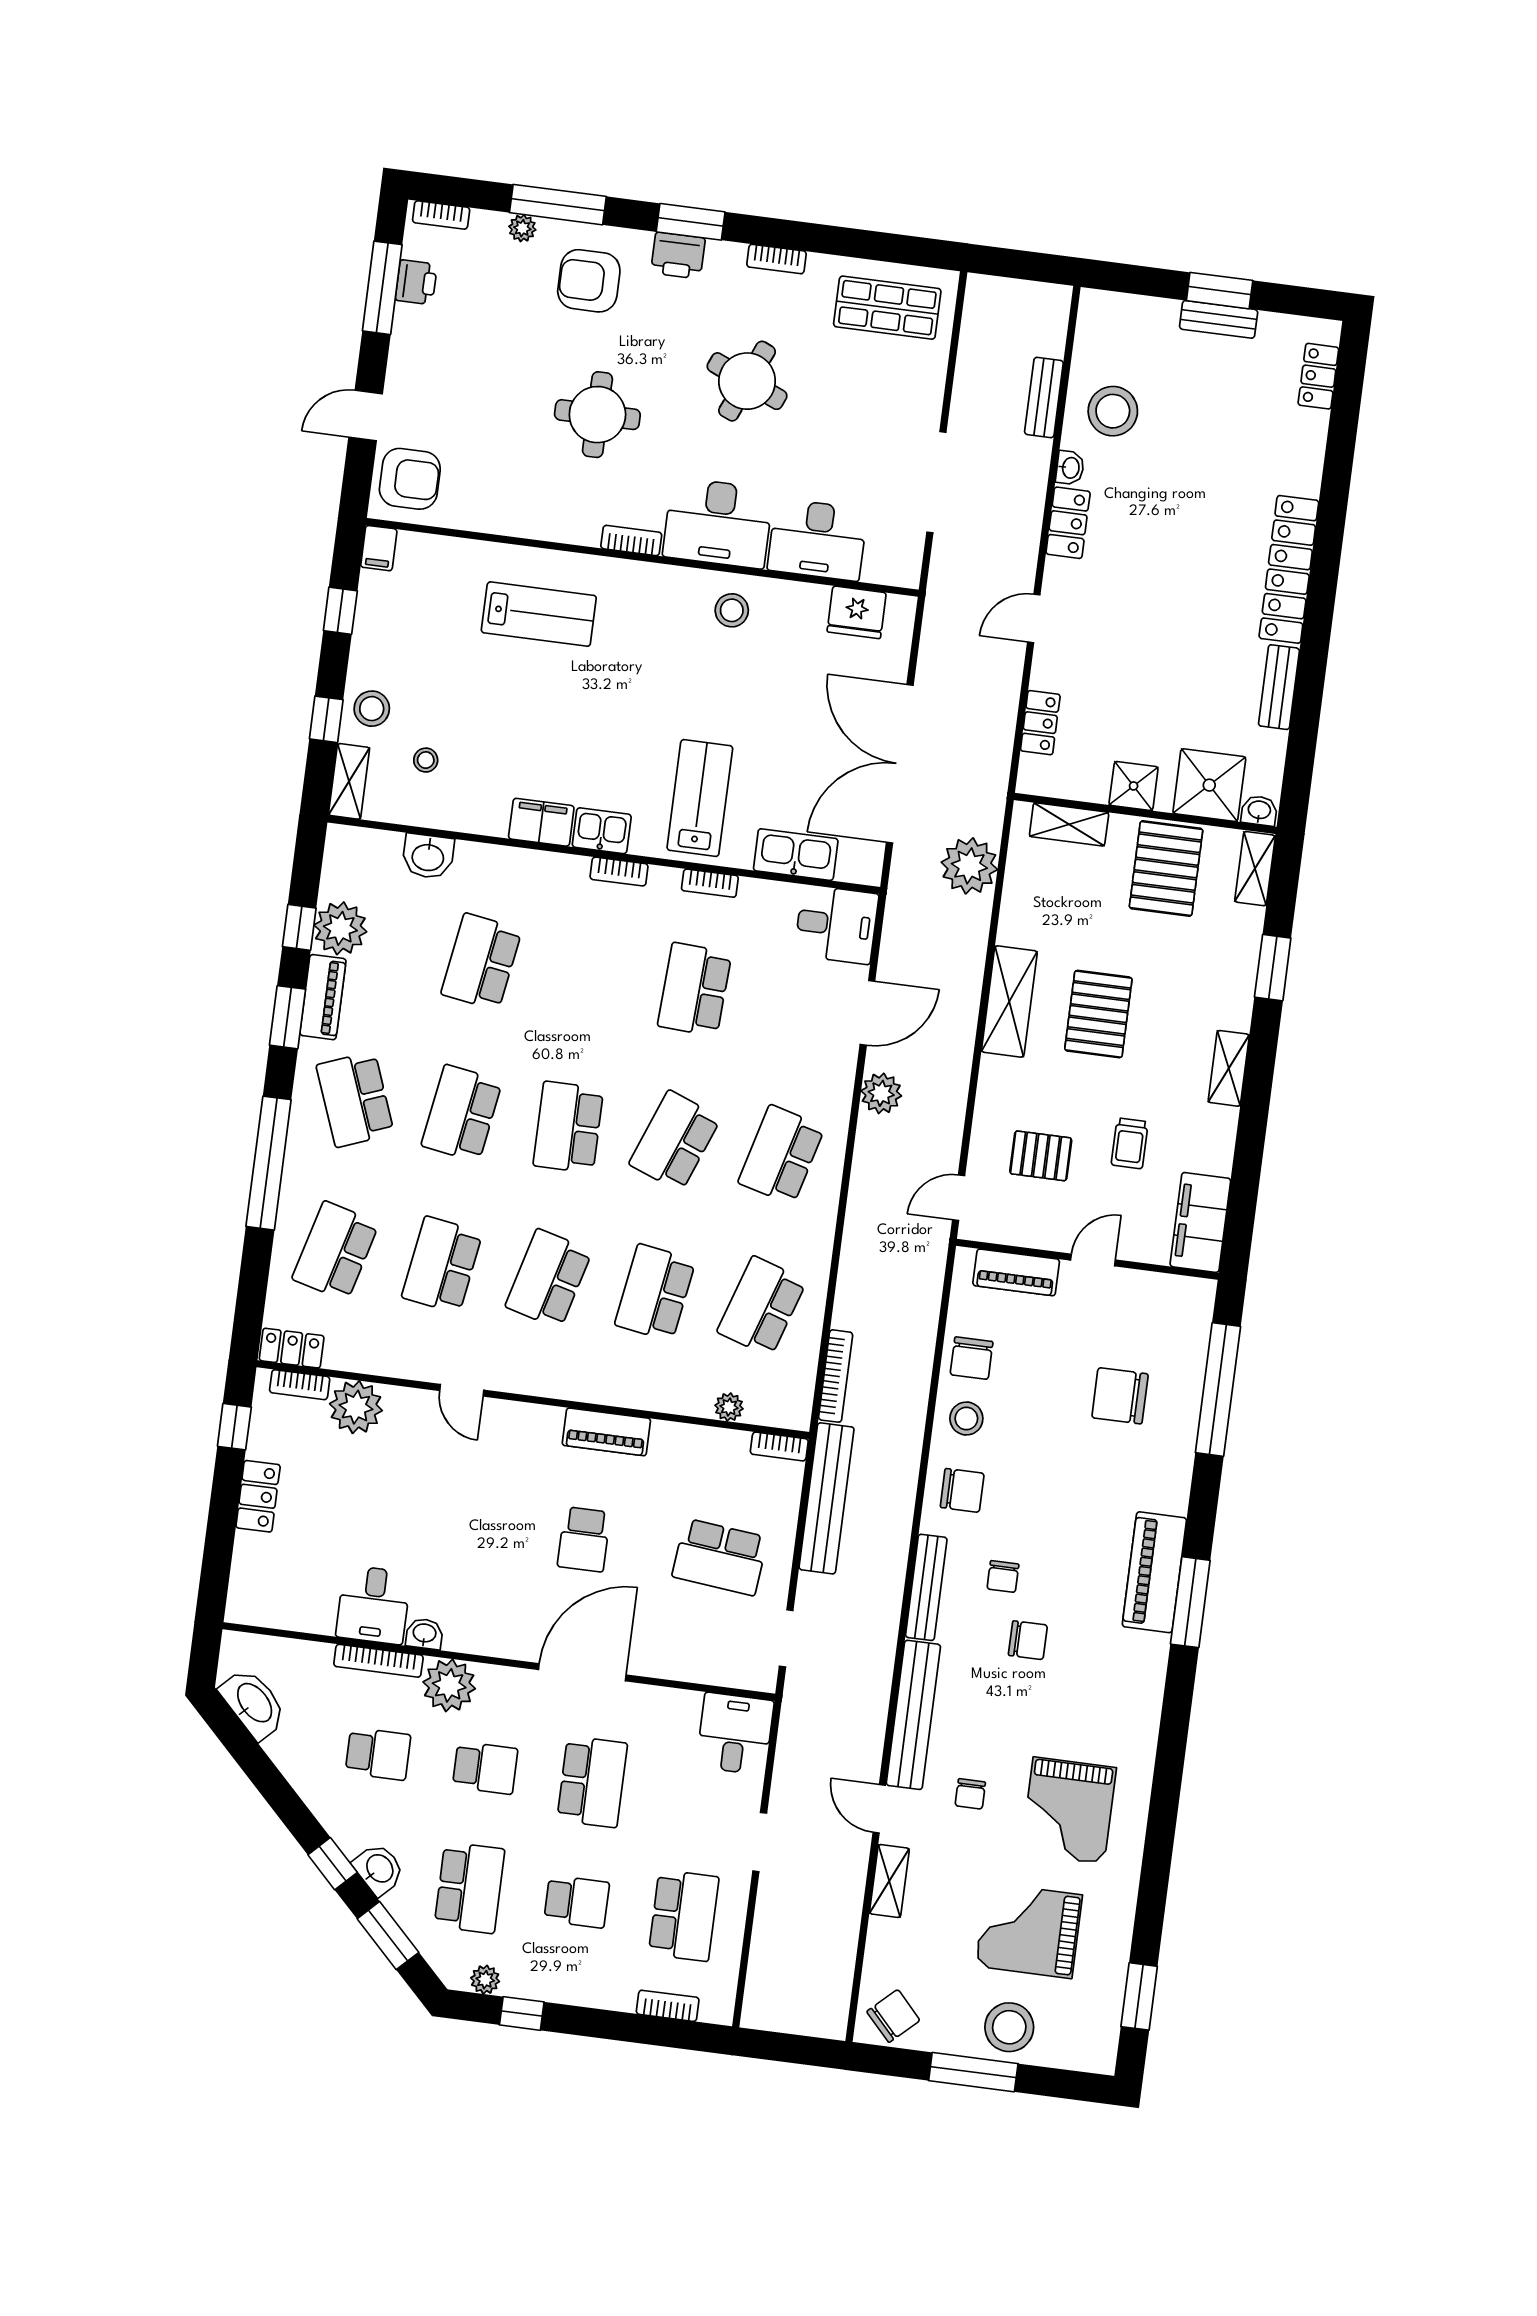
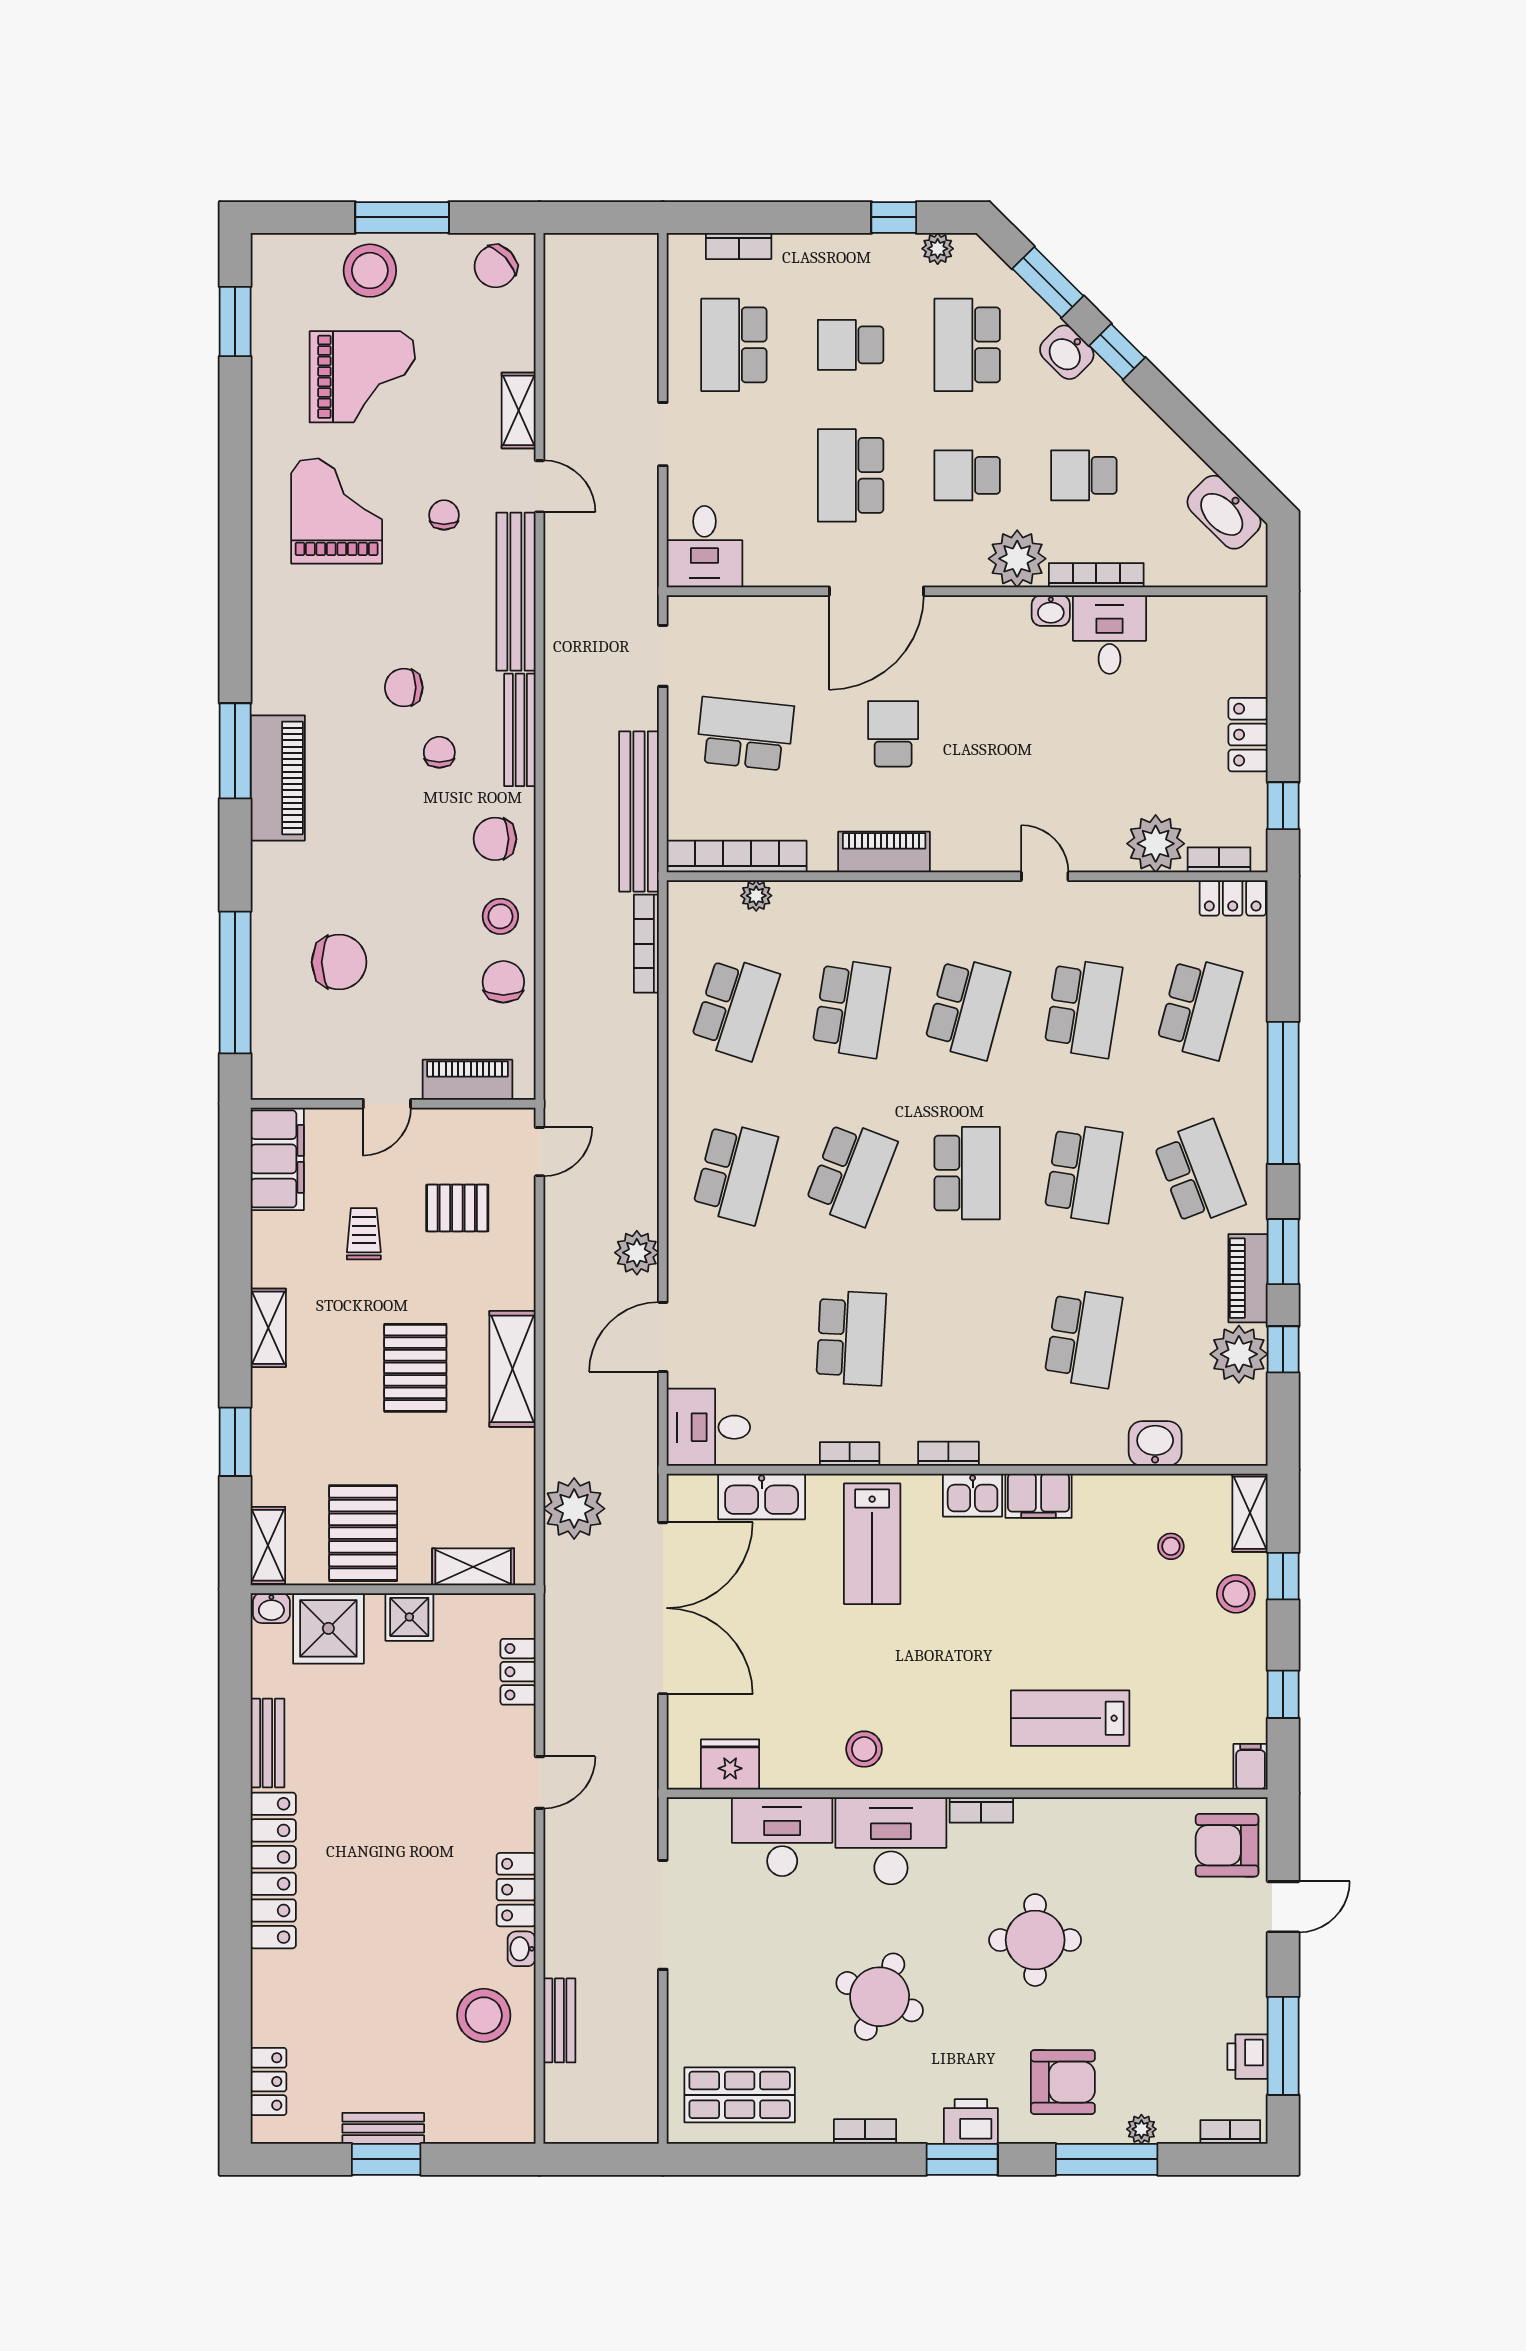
bookcase: (779, 1446) -> (737, 857), width x2.31, depth x1.31

